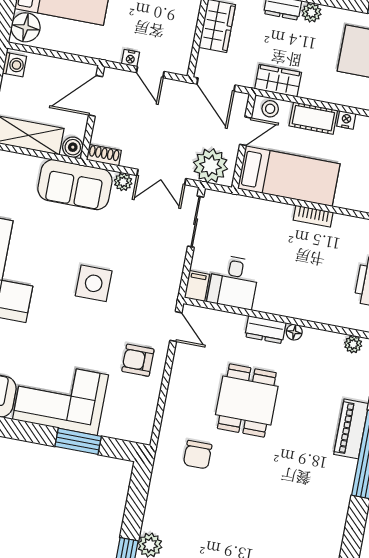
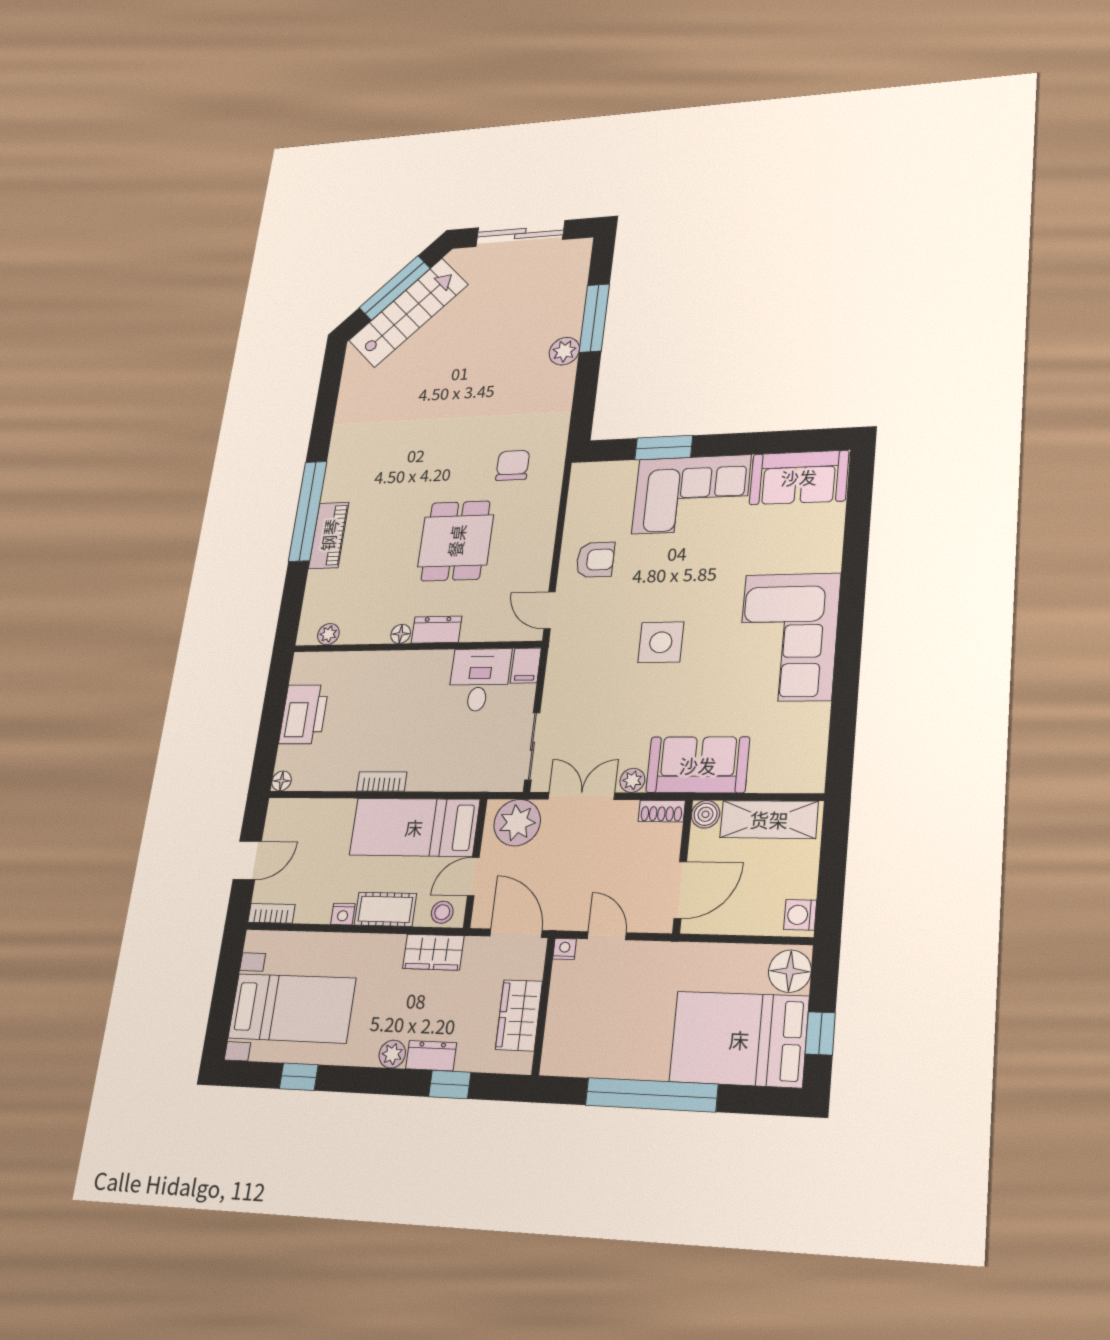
nightstand: (131, 58) -> (565, 949), moved

